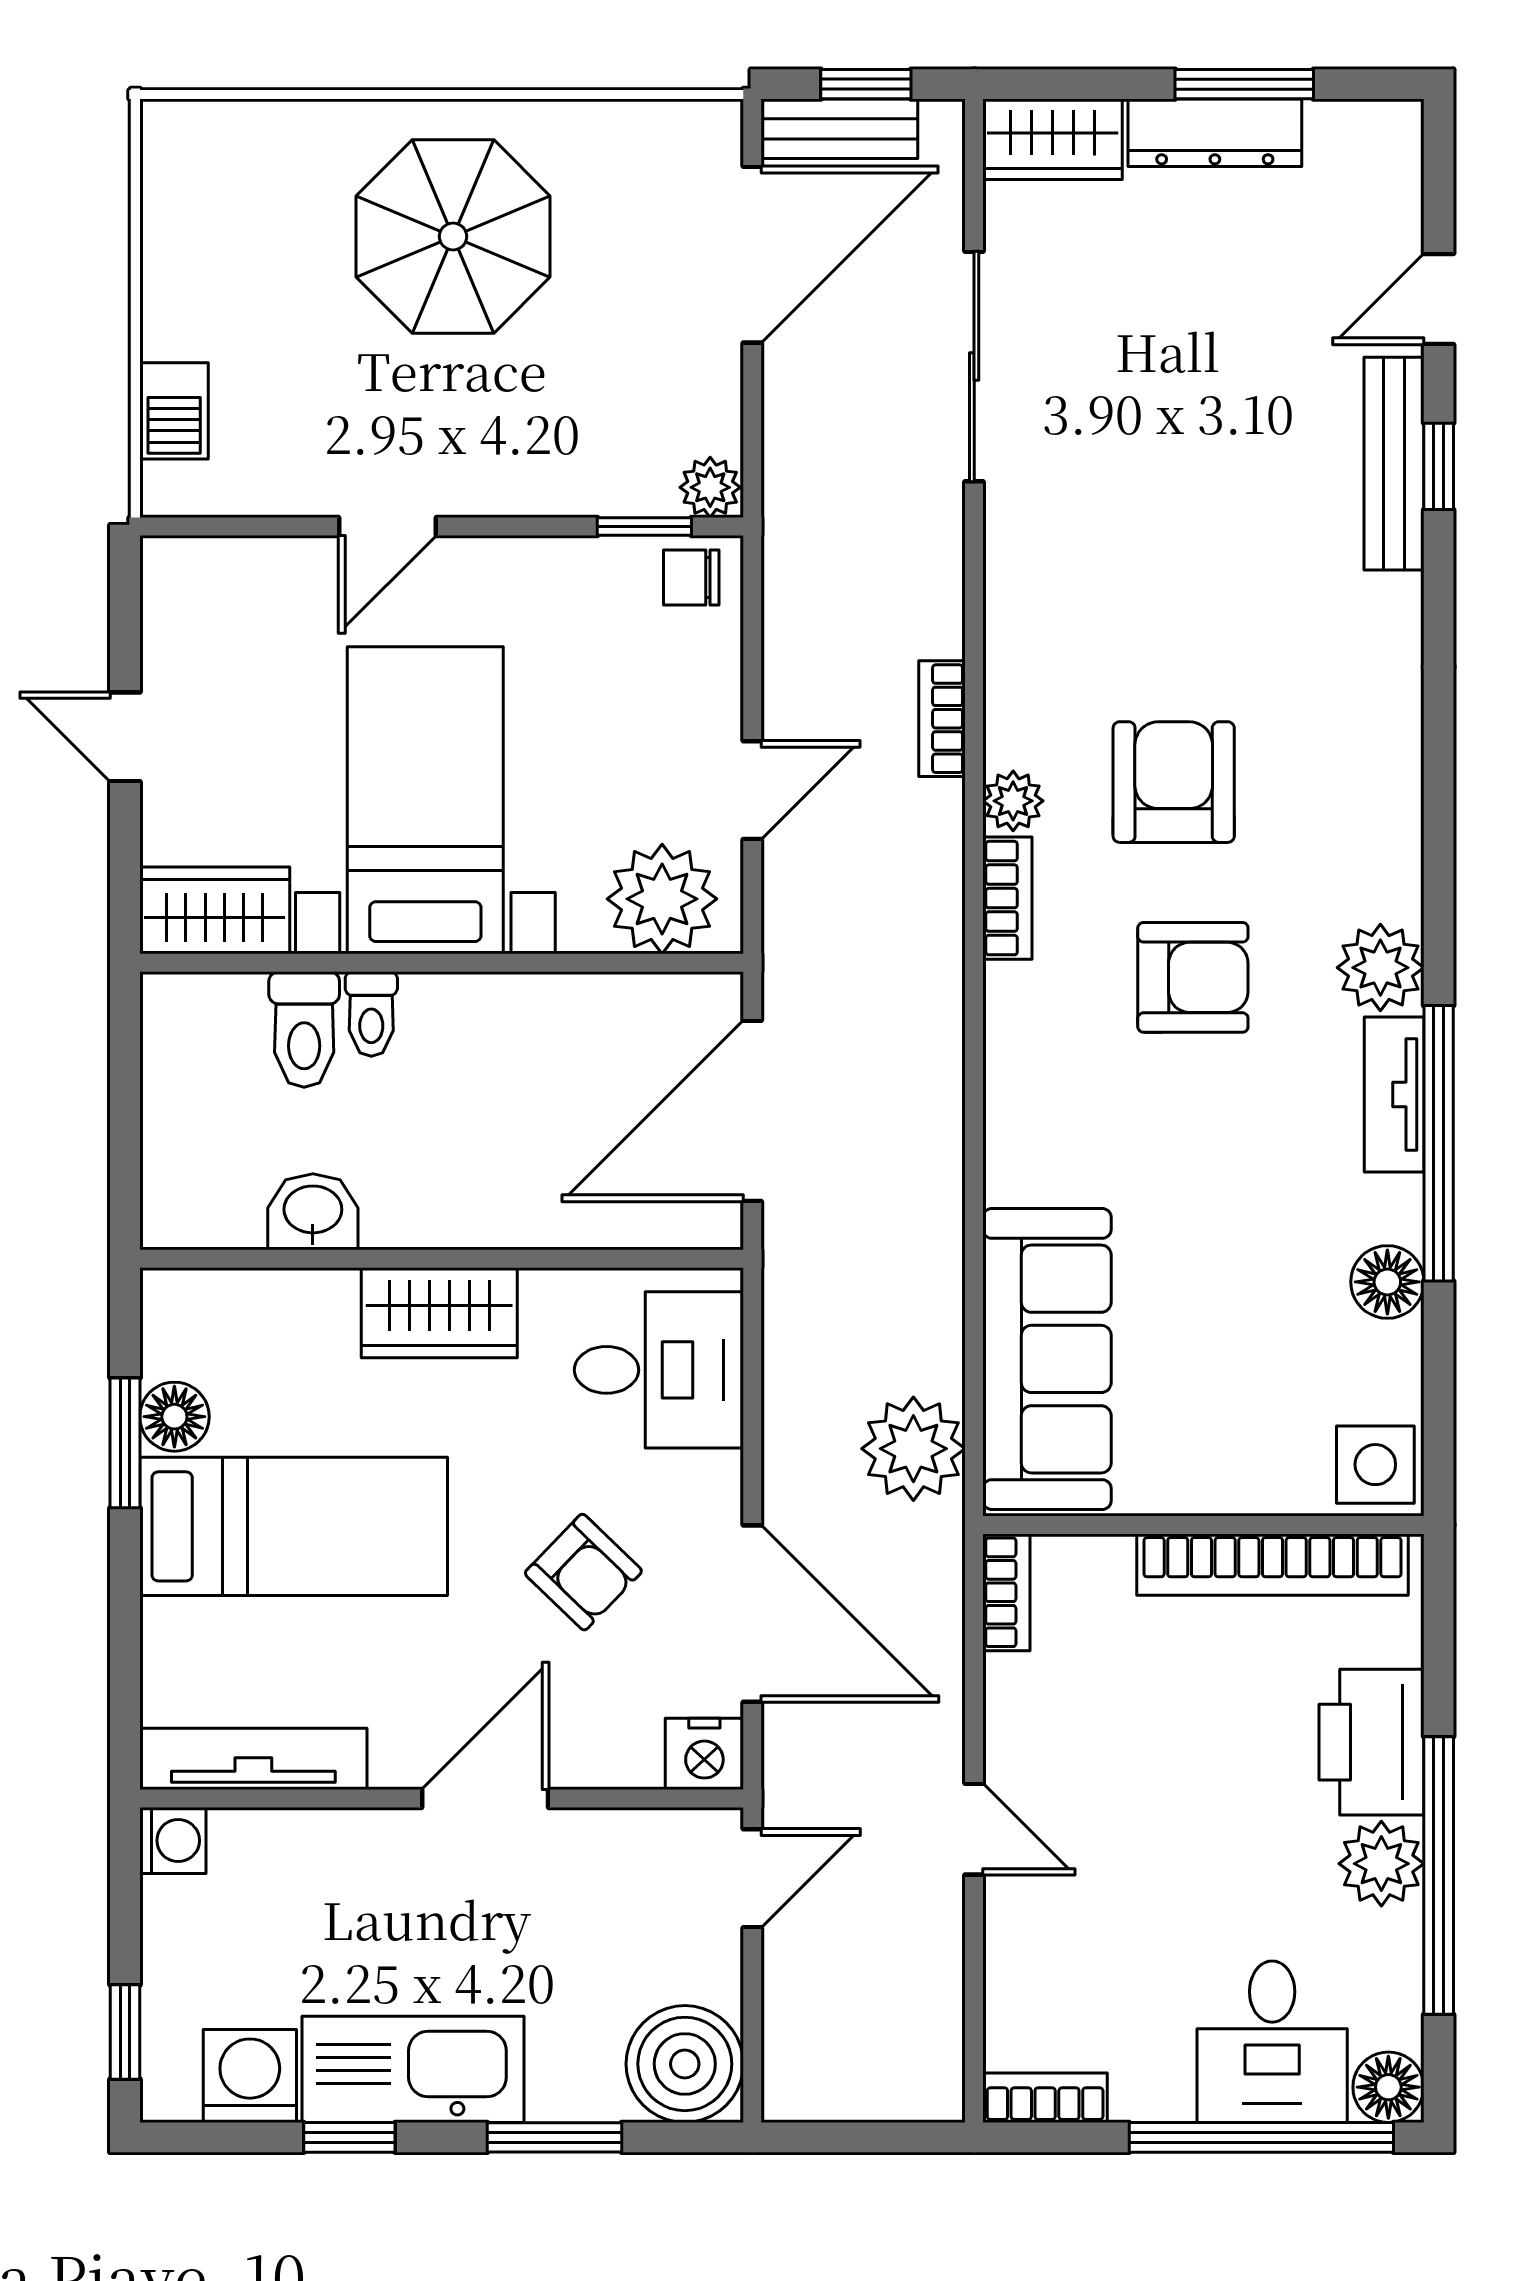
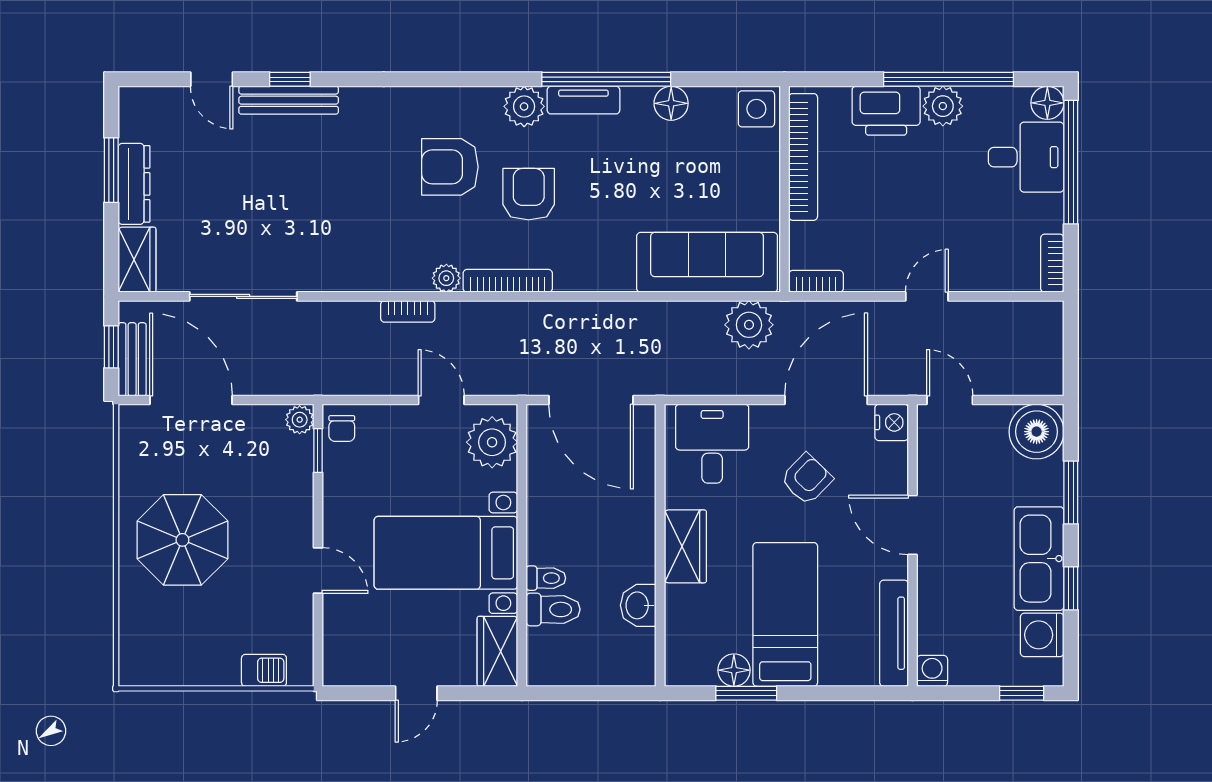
armchair: (1174, 782) -> (450, 167), moved
bookcase: (1007, 898) -> (508, 281), width x1.56

